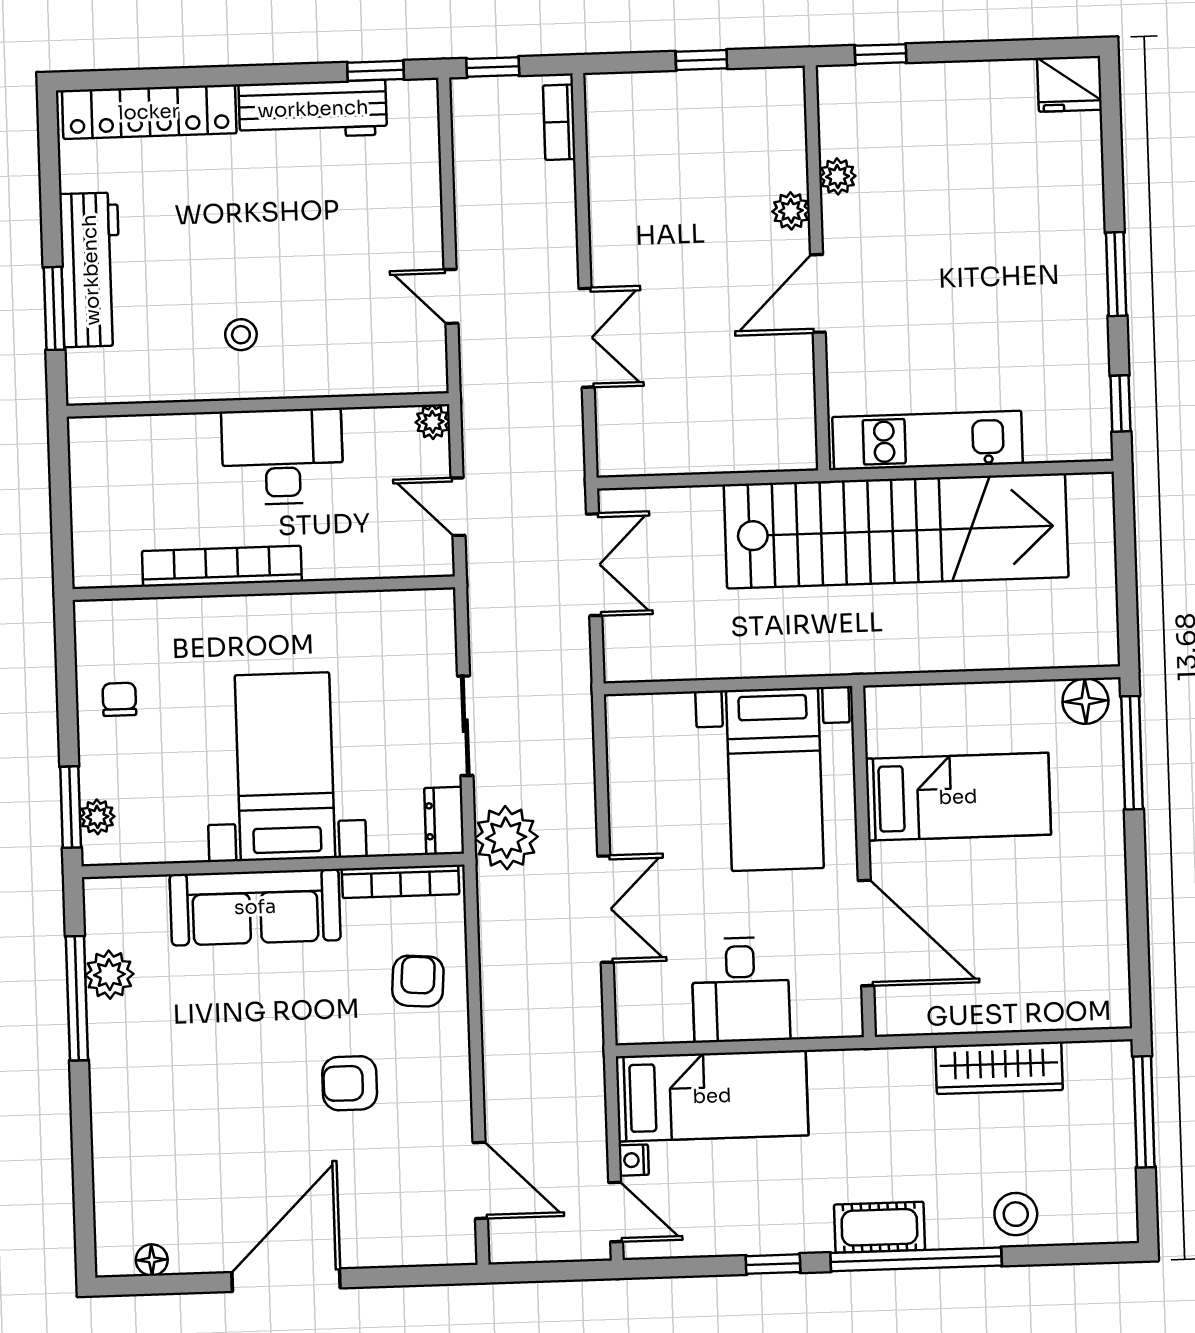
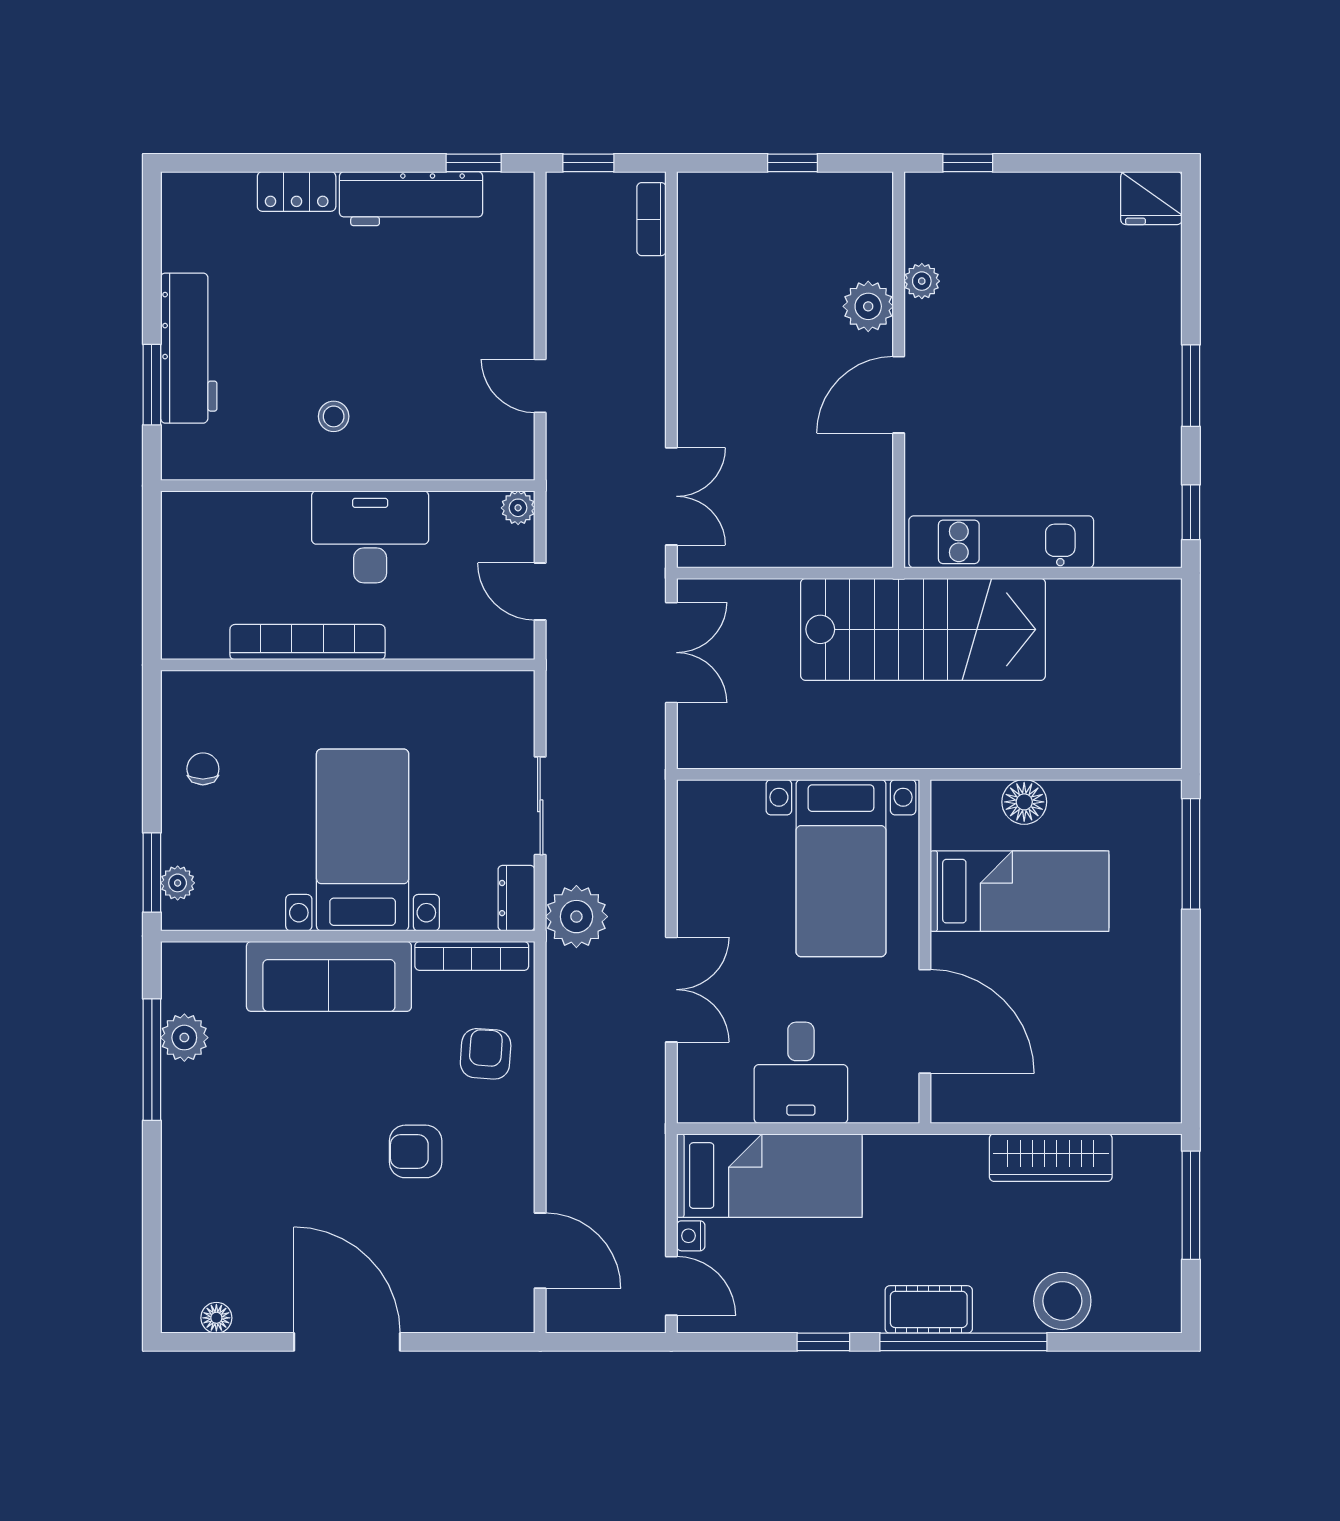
locker: (149, 112) -> (297, 191), width x0.46, depth x0.83
plant: (791, 211) -> (868, 306), width x1.38, depth x1.38
double door: (587, 338) -> (671, 496), moved
stairs: (896, 531) -> (923, 629), width x0.73
floor lamp: (1085, 701) -> (1024, 802), moved
stool: (1016, 1214) -> (1062, 1301), width x1.38, depth x1.38
door: (286, 1280) -> (347, 1342), hinge flipped

